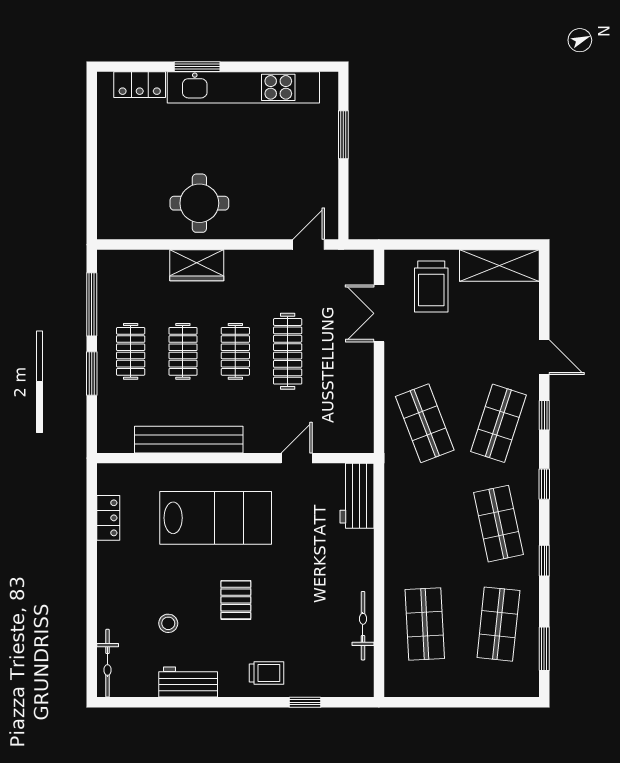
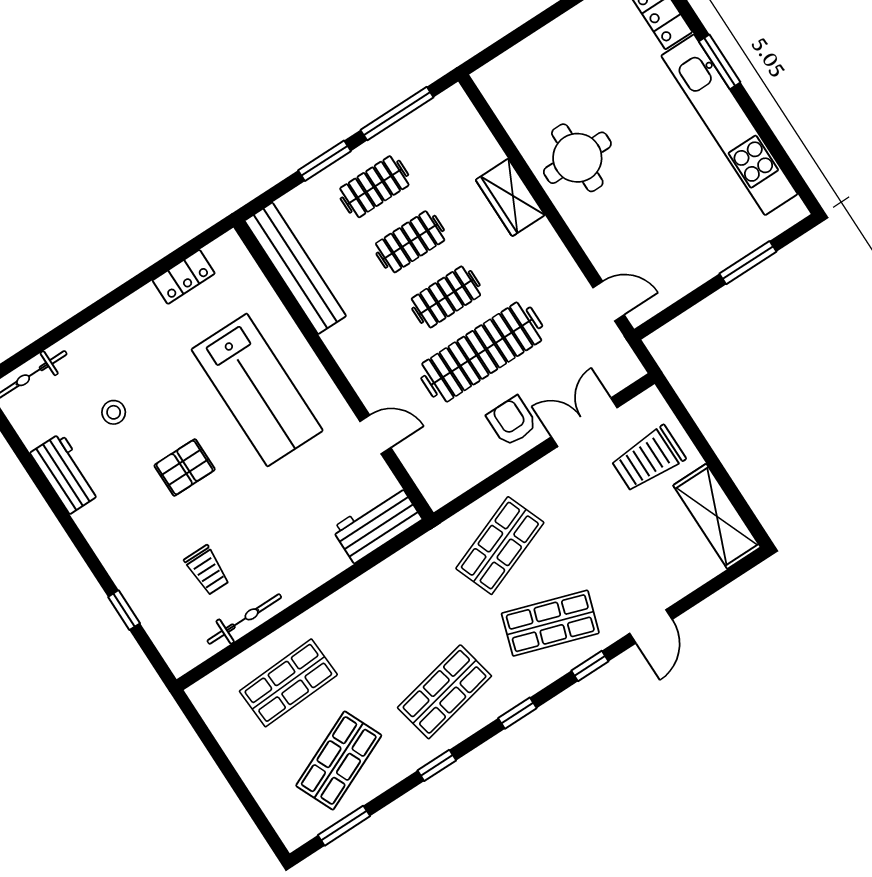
clothes rail: (288, 351) -> (482, 352), width x1.37, depth x1.31
armchair: (347, 361) -> (512, 421), added
bench: (189, 440) -> (295, 268), moved
shop shelf: (498, 624) -> (339, 760), turned -30
trolley: (266, 673) -> (207, 570), moved

